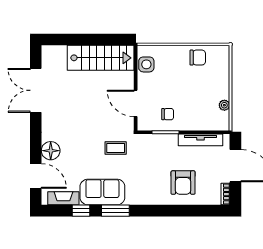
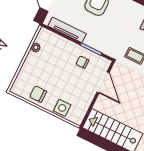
side table: (146, 64) -> (62, 108), moved

